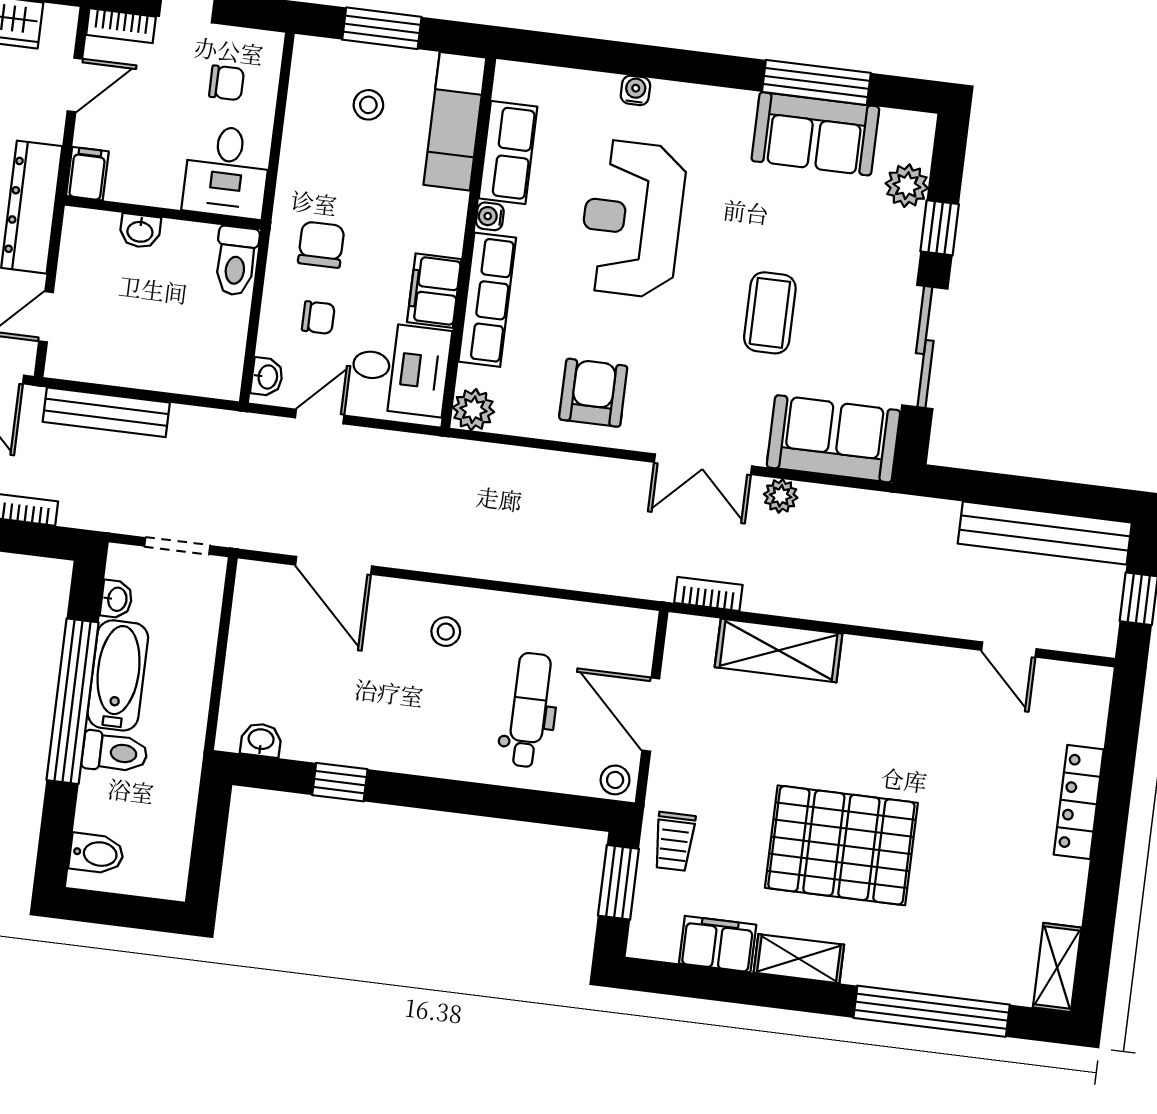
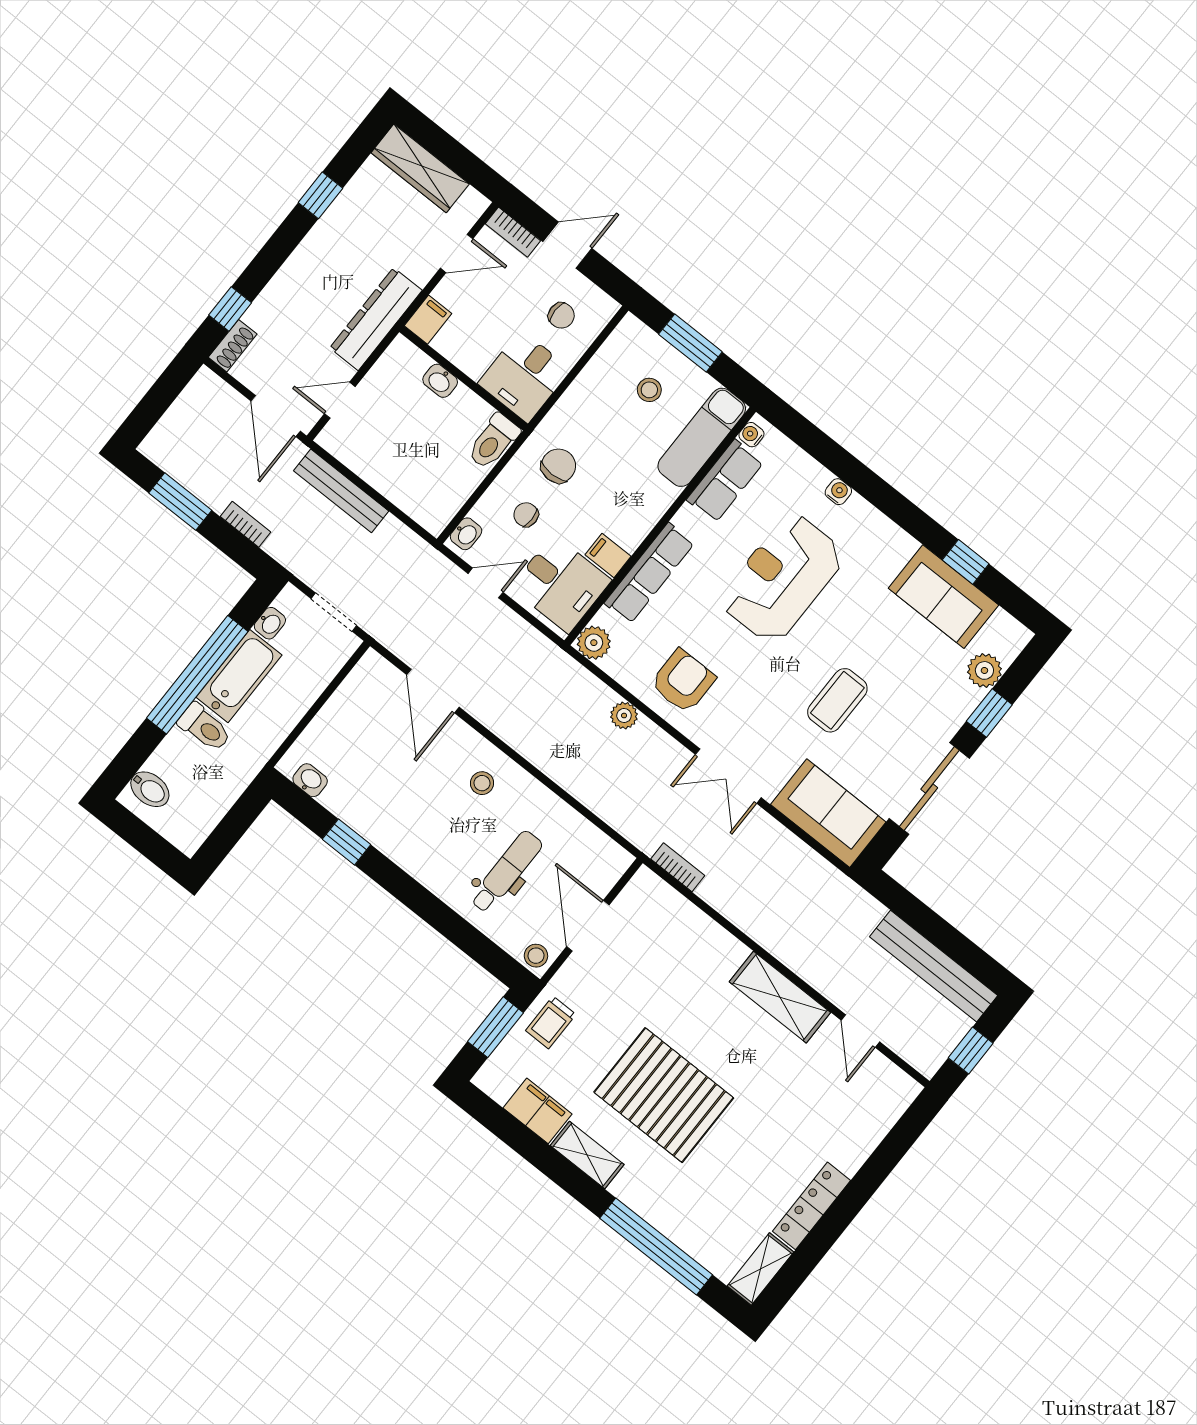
window: (816, 82) -> (966, 562), width x0.46
water cooler: (490, 216) -> (751, 435), moved
filing cabinet: (434, 291) -> (608, 556), width x0.50
chair: (318, 318) -> (526, 515), turned 180
plant: (781, 496) -> (624, 716), moved
shelving: (779, 650) -> (780, 997), moved
locker: (1079, 802) -> (812, 1206), moved

